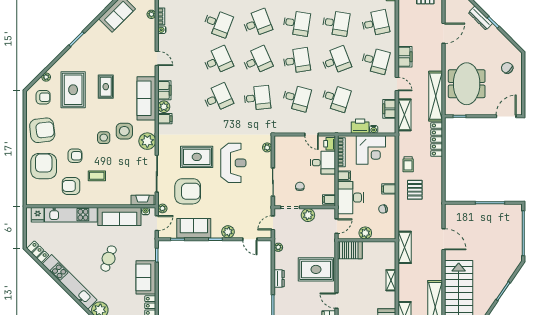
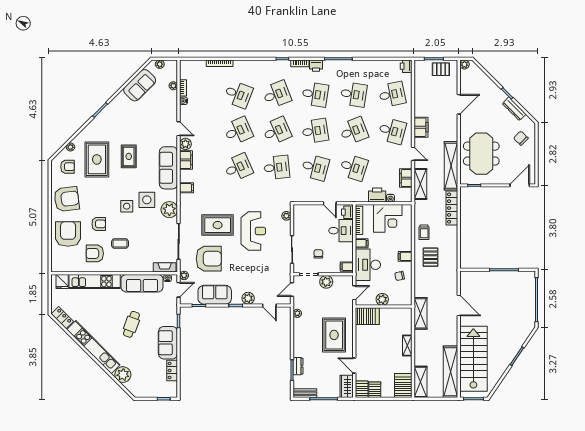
dresser: (480, 18) -> (514, 109), moved
plant: (164, 107) -> (185, 144), moved
rug: (316, 269) -> (334, 335), turned 90
dresser: (279, 279) -> (298, 366), moved

